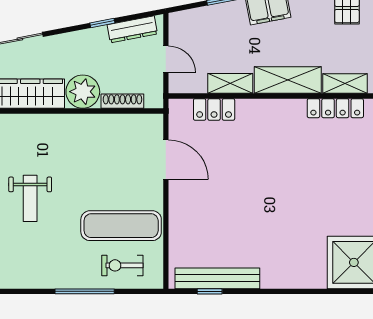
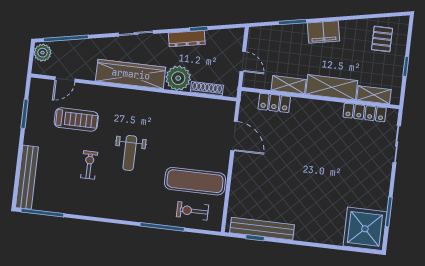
dresser: (132, 29) -> (187, 39), moved

